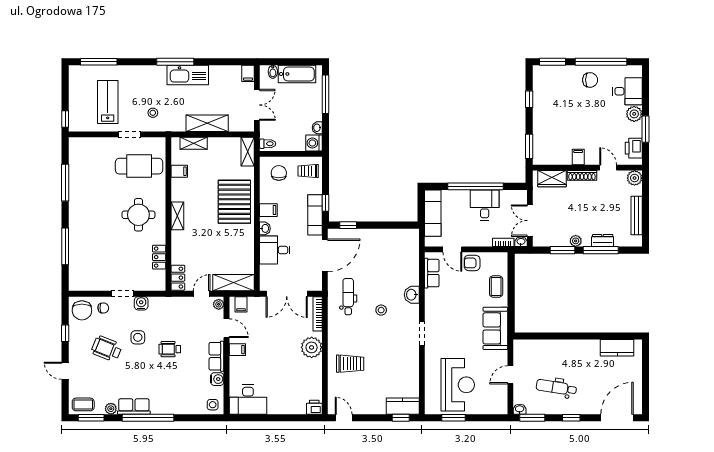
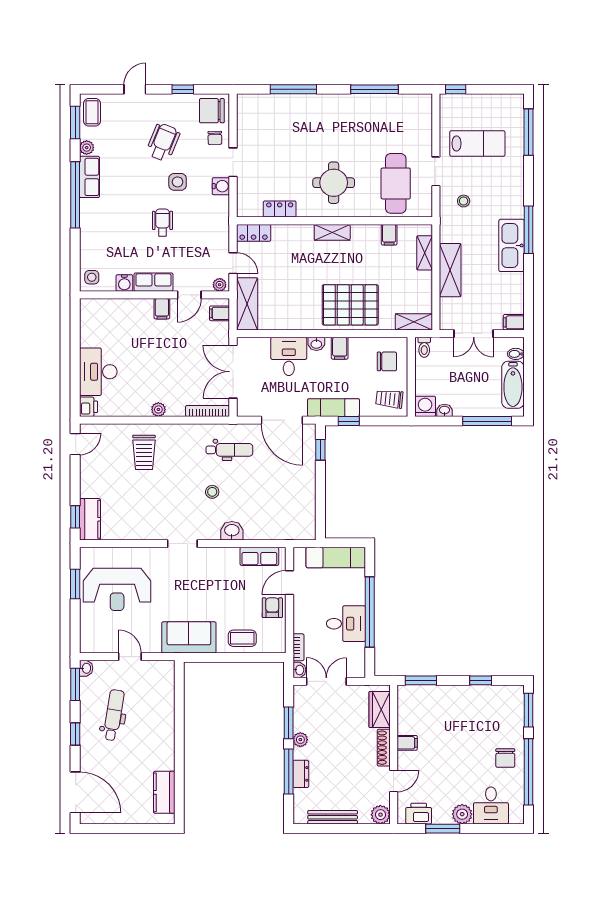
trolley: (308, 171) -> (389, 399), turned -84
plant: (312, 347) -> (158, 409), width x0.53, depth x0.53
desk: (248, 400) -> (98, 372), moved

